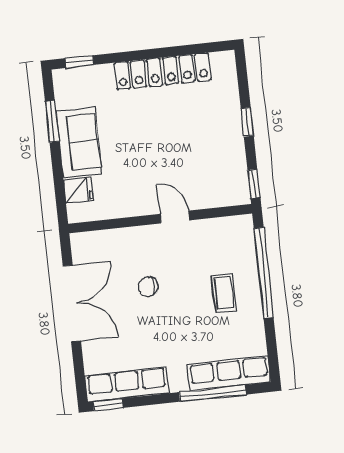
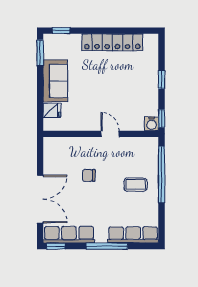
window: (52, 121) -> (40, 53), moved
water cooler: (239, 194) -> (152, 124), added
coffee table: (224, 293) -> (136, 185), turned 90
double door: (72, 304) -> (40, 199), moved
window: (213, 393) -> (107, 246), moved

